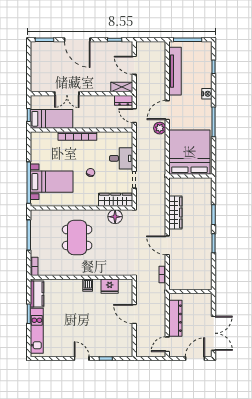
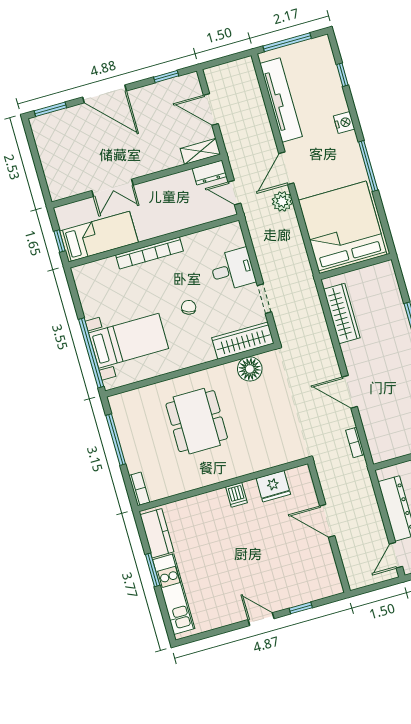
wardrobe: (175, 213) -> (342, 313), moved

